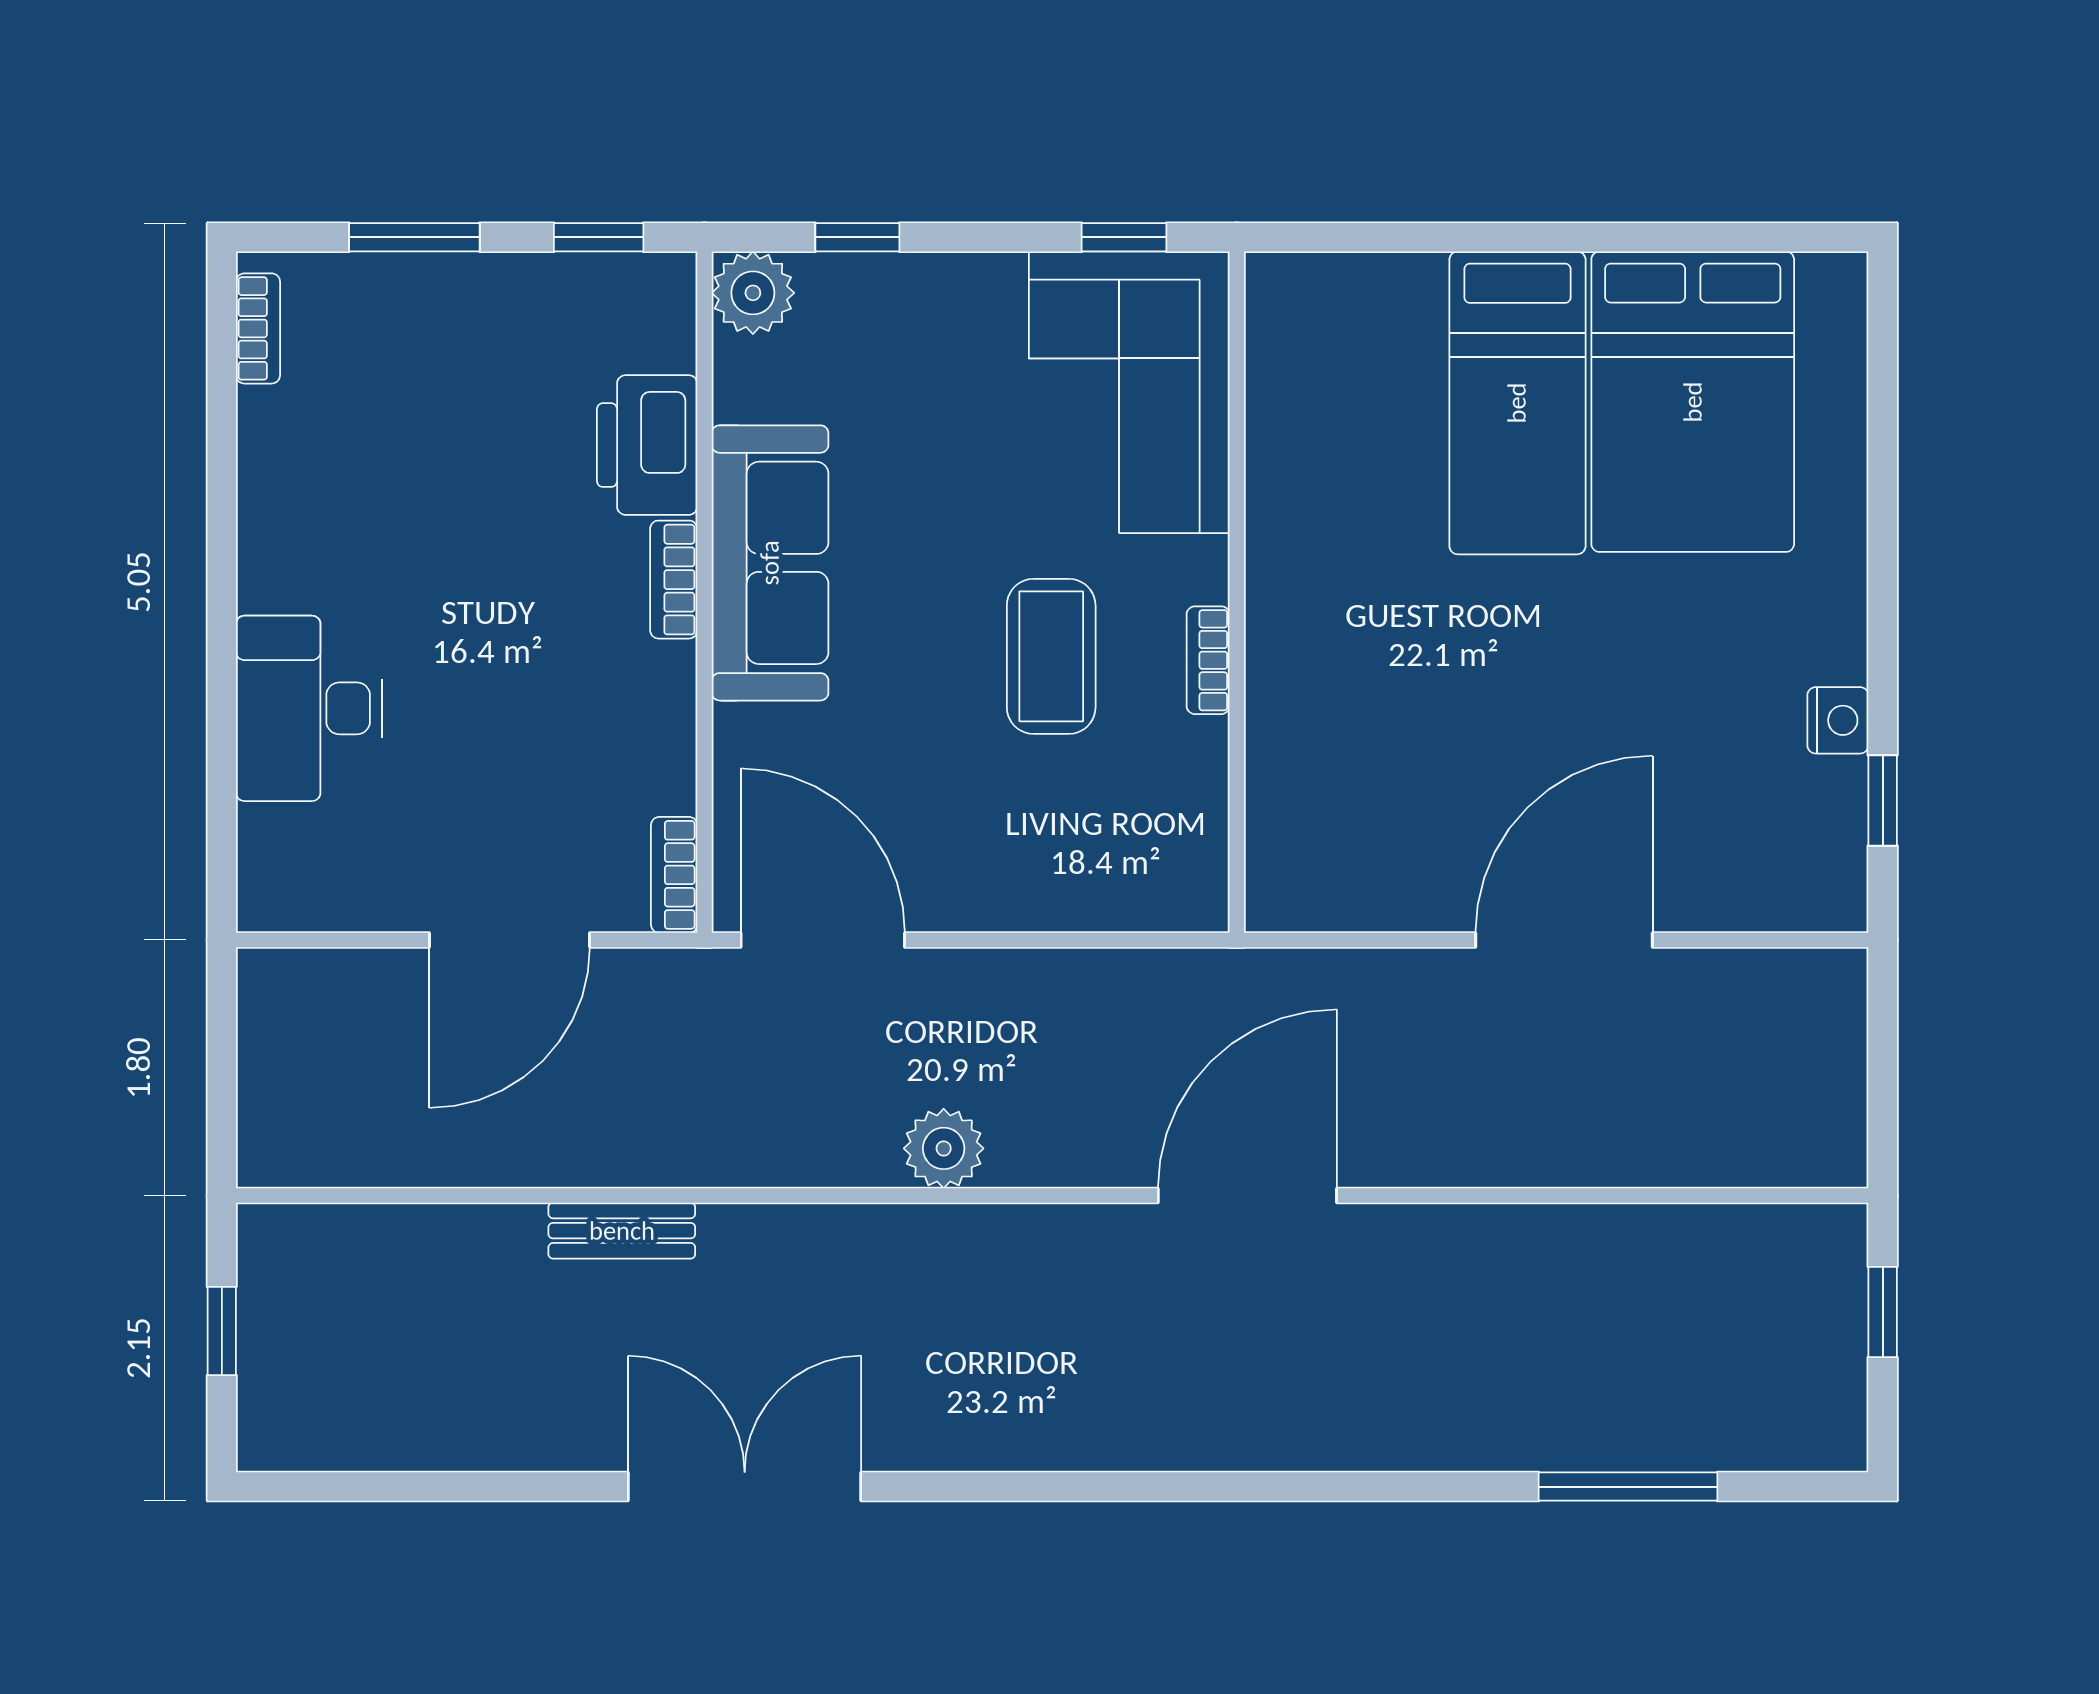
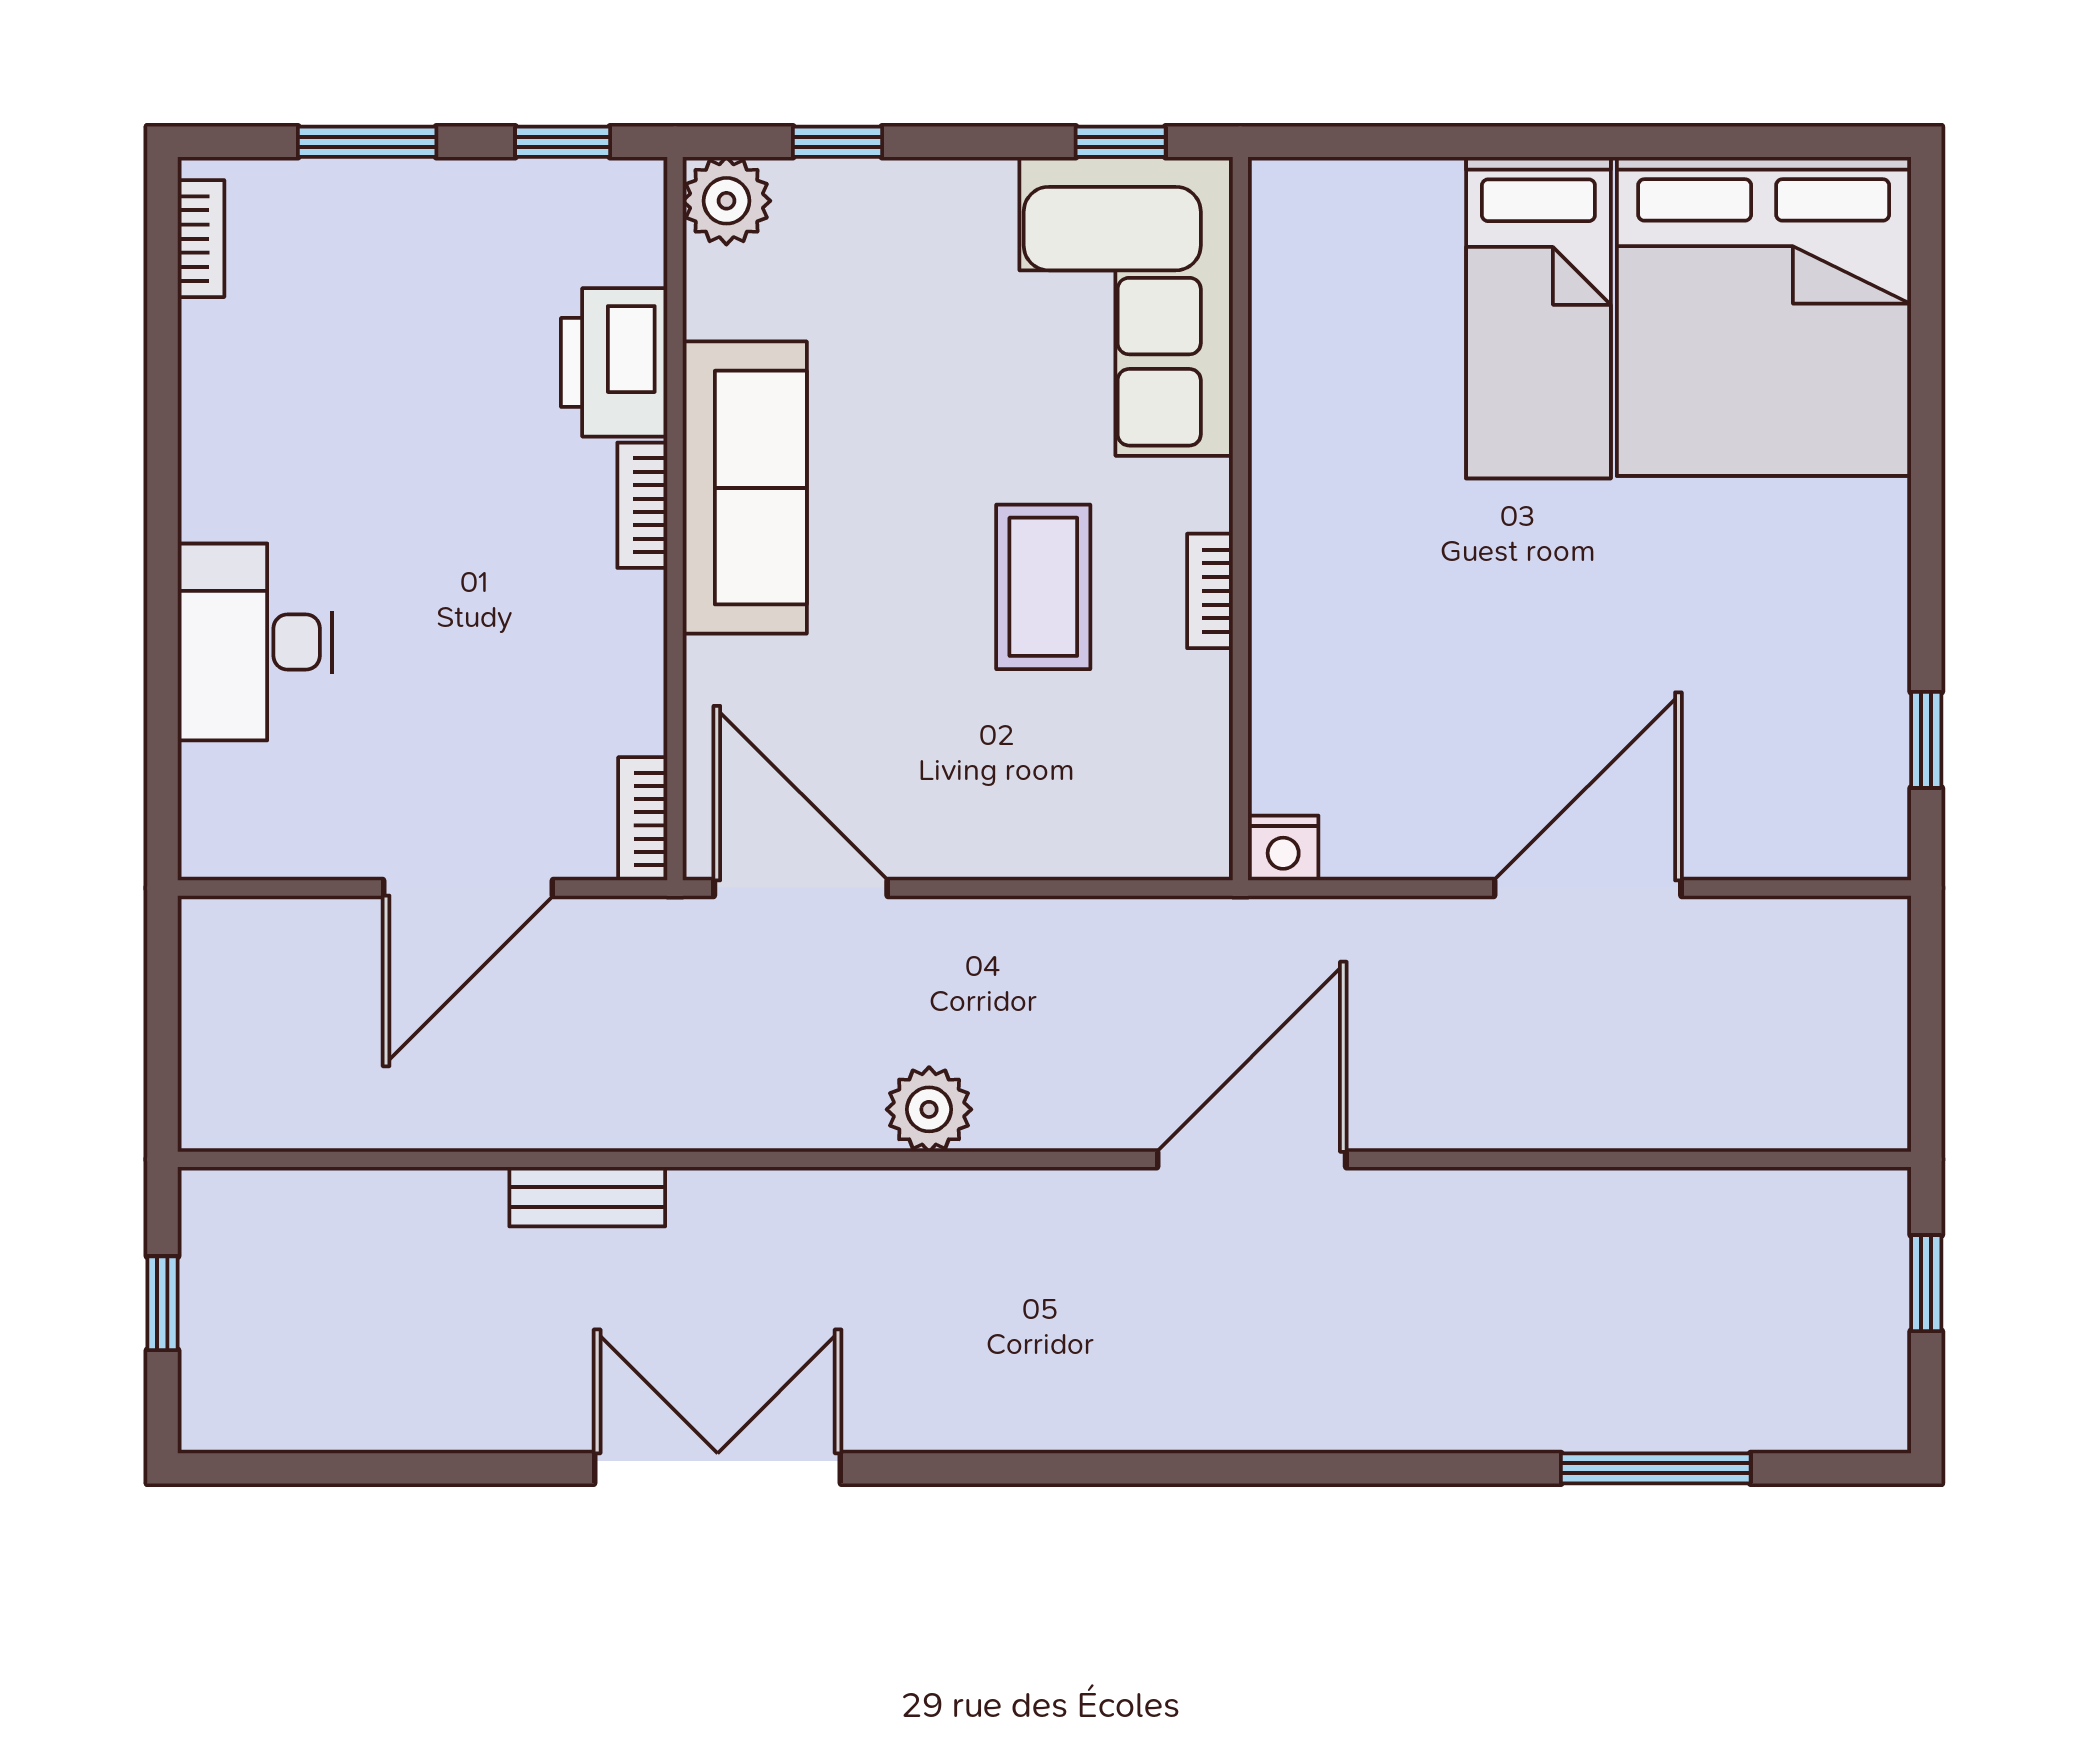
bed: (1693, 402) -> (1764, 316), width x1.36
nightstand: (1838, 720) -> (1283, 848), moved, turned 90

